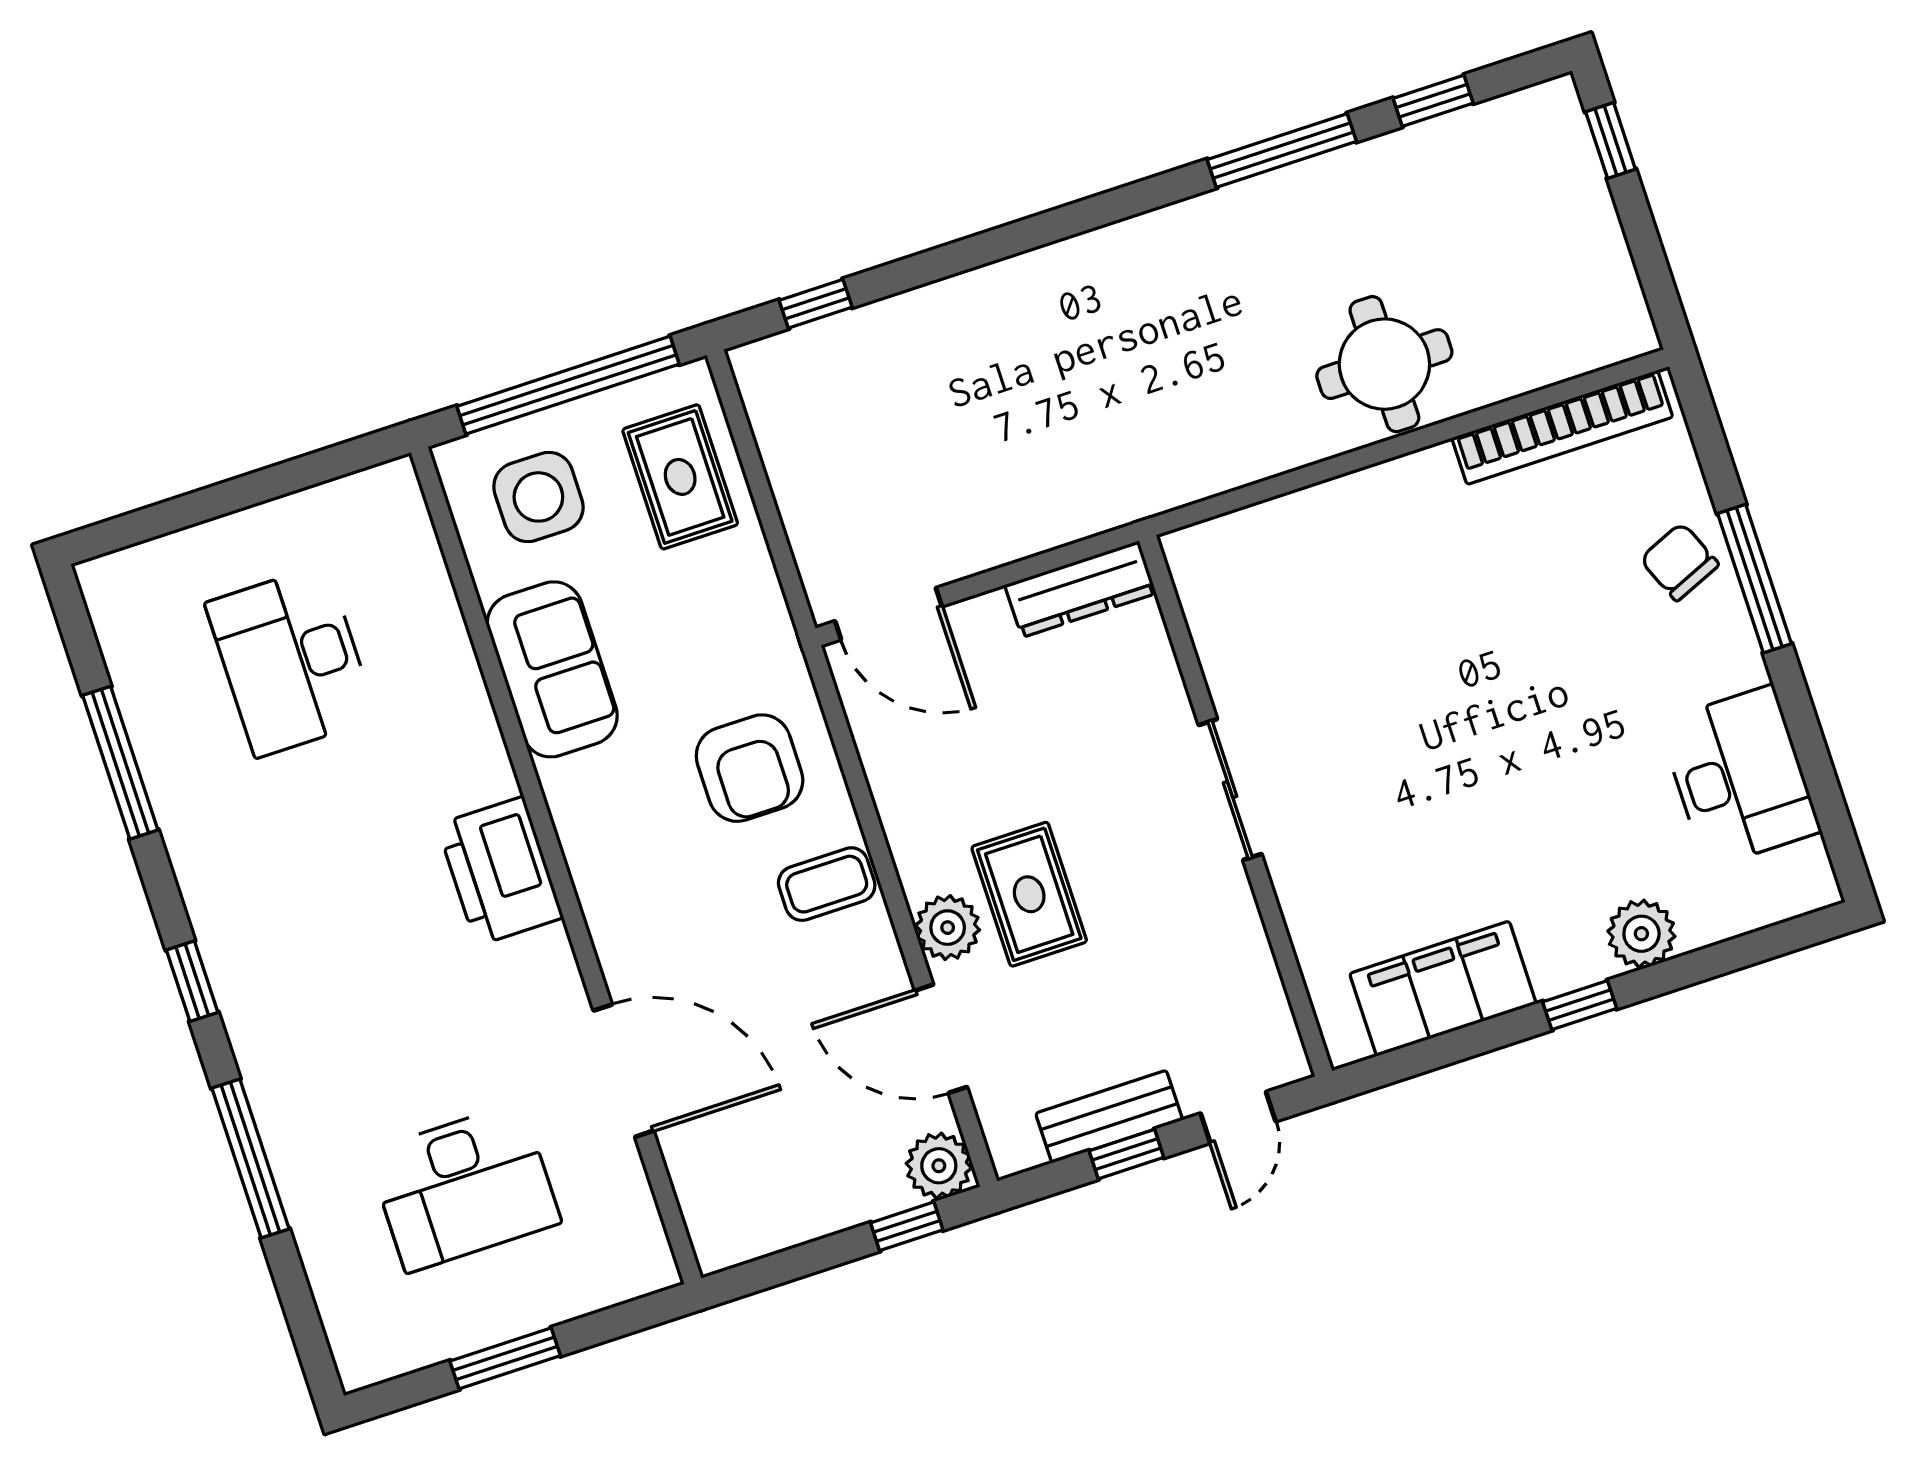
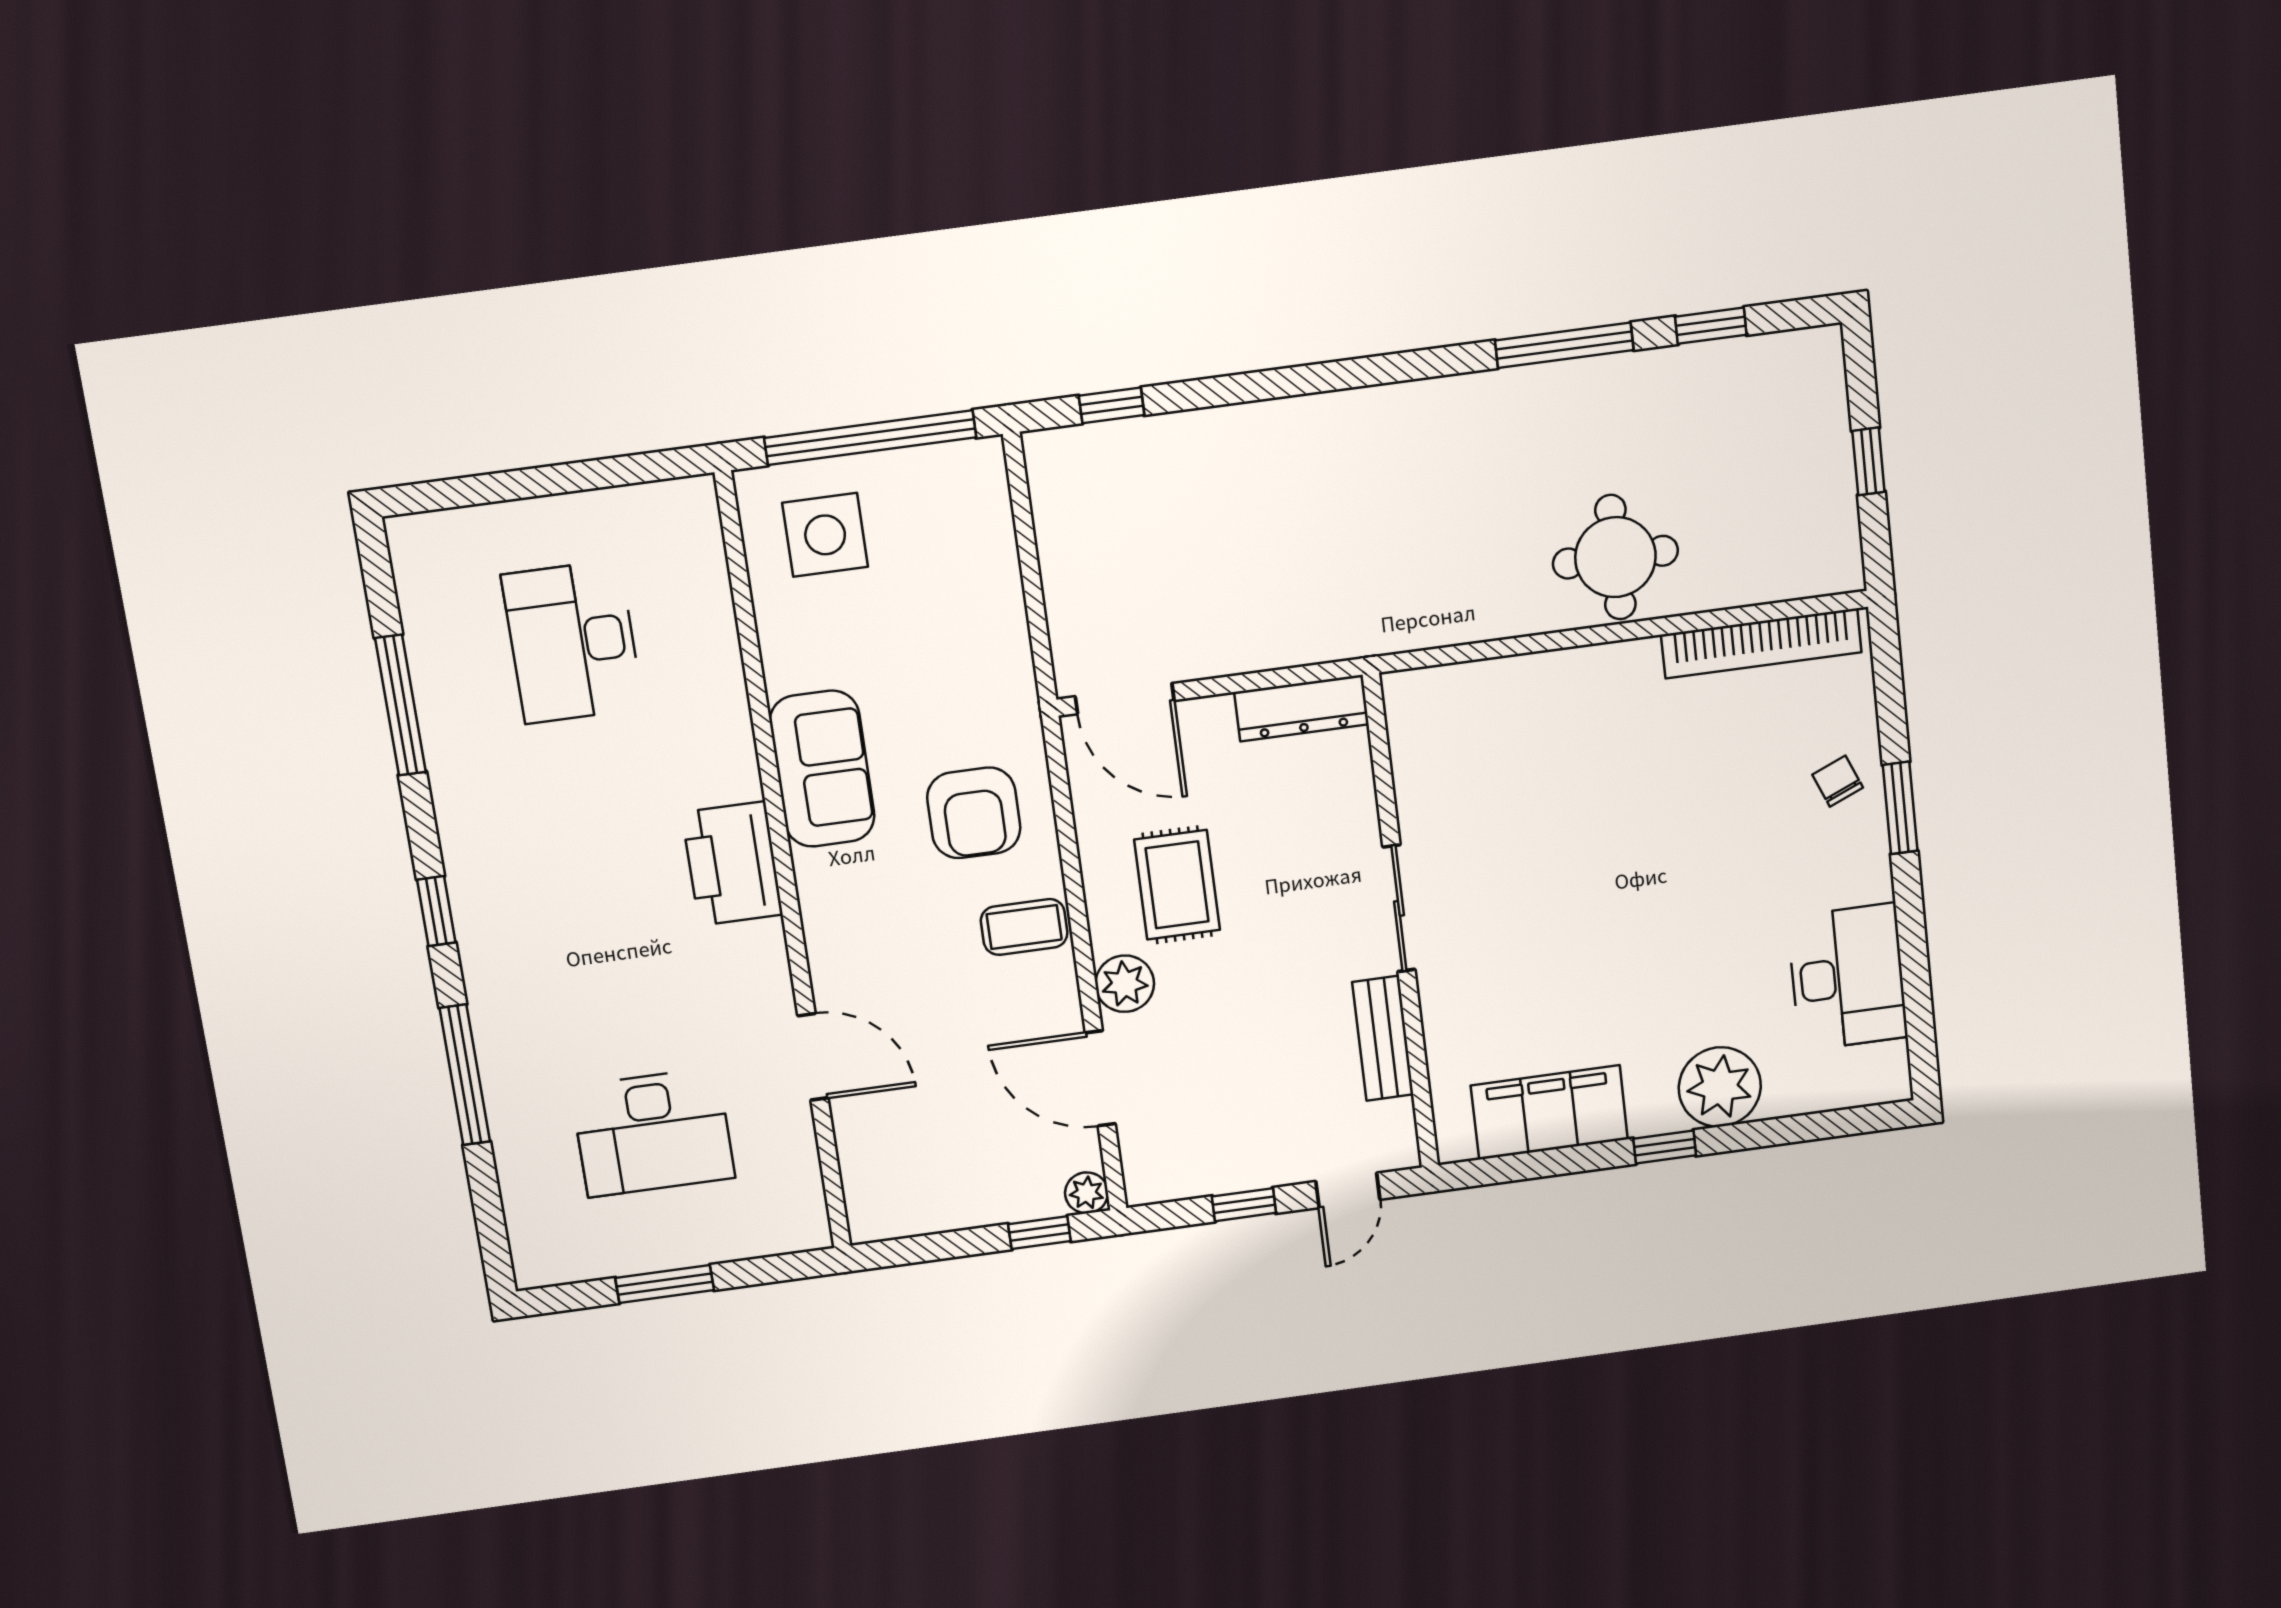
window: (1611, 140) -> (1868, 461), moved
rug: (680, 477) -> (958, 541), removed
chair: (1679, 562) -> (1838, 781), width x0.73, depth x0.73
window: (1755, 579) -> (1900, 808), width x0.69
sofa: (552, 669) -> (822, 769), moved
rug: (1029, 894) -> (1177, 885), moved
plant: (1641, 934) -> (1720, 1087), width x1.36, depth x1.36
door: (624, 1071) -> (813, 1057), width x0.73
bench: (1109, 1117) -> (1383, 1038), moved, turned 90
plant: (939, 1166) -> (1087, 1193), width x0.73, depth x0.73

